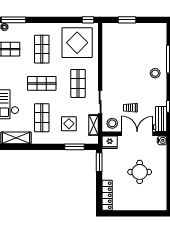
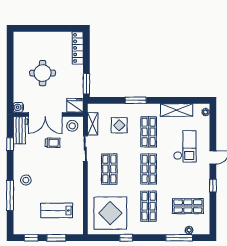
window: (88, 20) -> (126, 238), moved
window: (150, 20) -> (31, 238), added
lab bench: (127, 45) -> (57, 210), added
shop shelf: (42, 83) -> (149, 169), turned 90
window: (75, 147) -> (136, 100), moved

